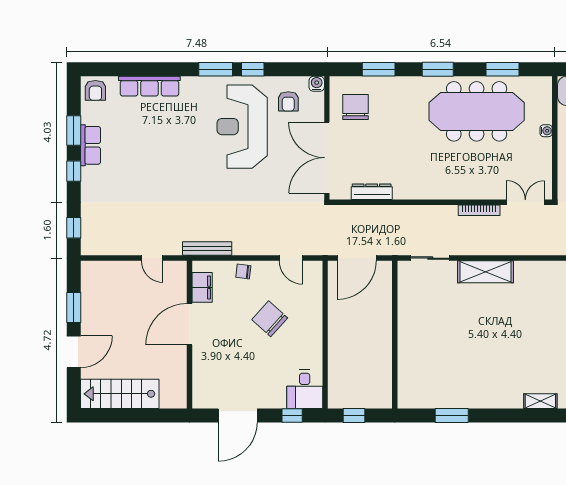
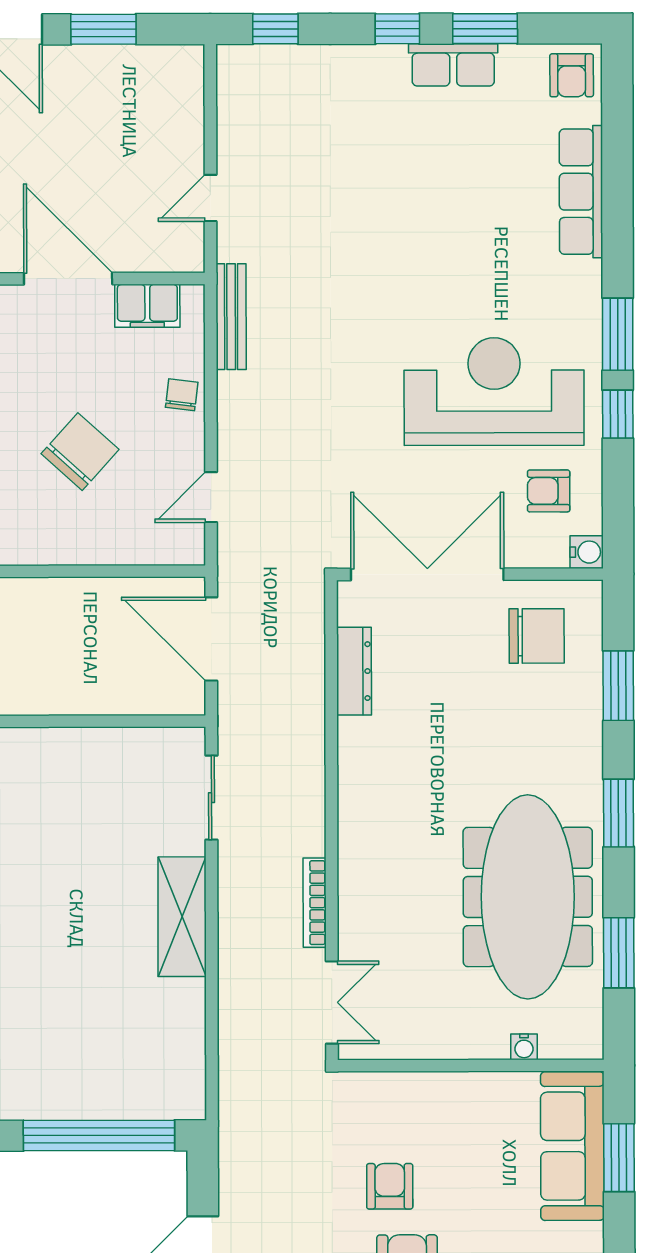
armchair: (95, 90) -> (572, 75), turned -90
water cooler: (546, 131) -> (524, 1047), moved

